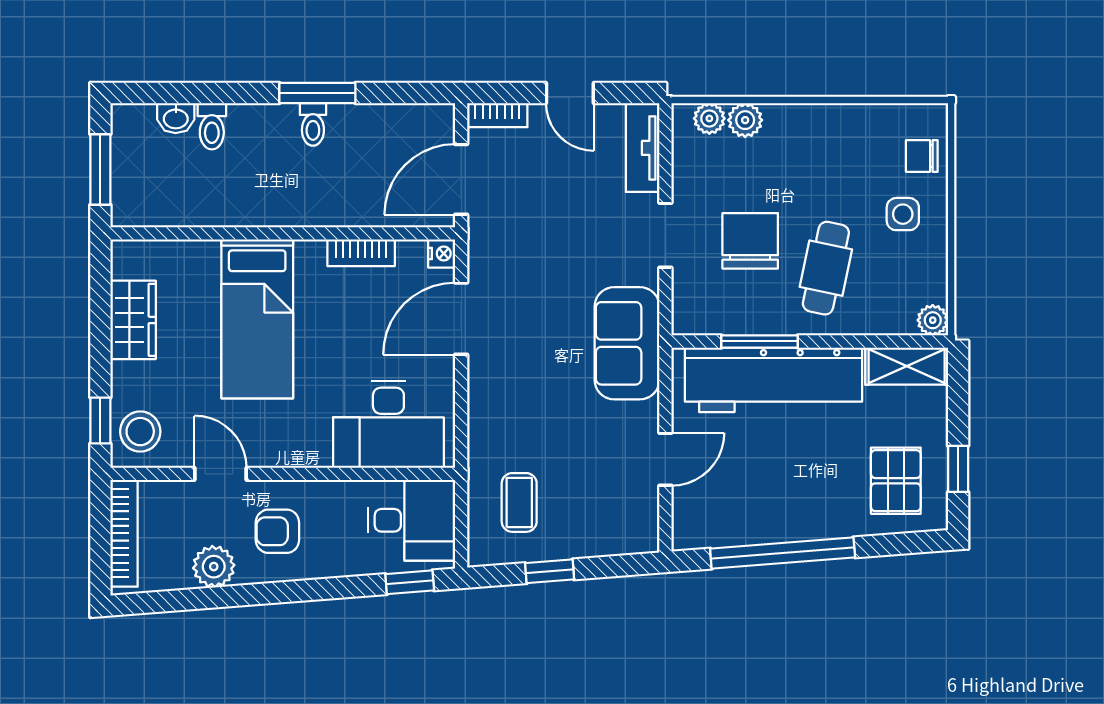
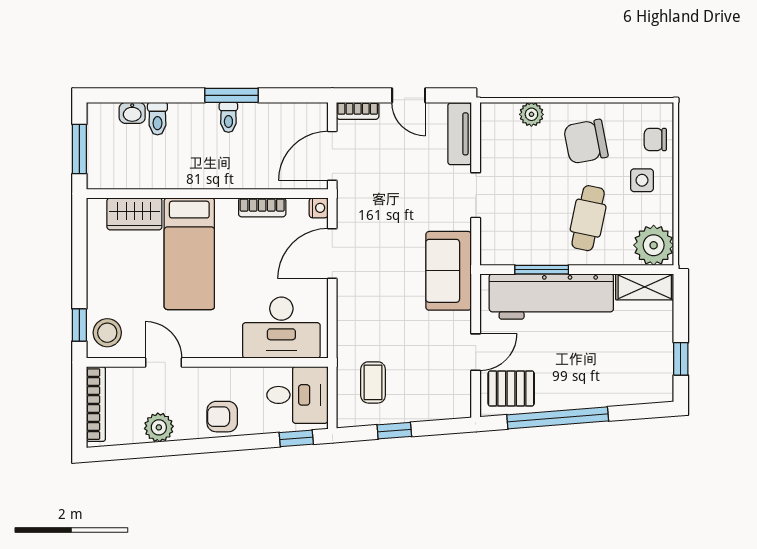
plant: (709, 118) -> (506, 113), removed
chair: (750, 241) -> (586, 141), moved, turned -101
wardrobe: (133, 320) -> (134, 214), moved, turned 90
plant: (933, 320) -> (654, 245), width x1.87, depth x1.87
pallet: (896, 481) -> (511, 388), moved, turned 90
armchair: (277, 531) -> (222, 417), moved

